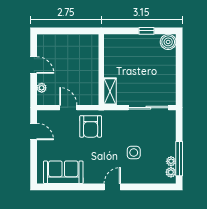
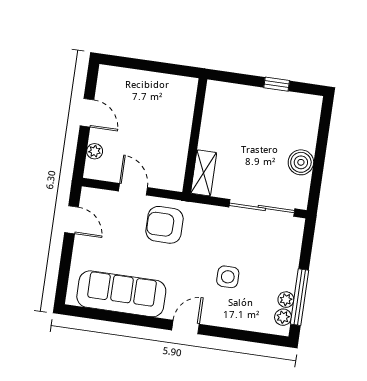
boiler: (168, 42) -> (301, 162), moved
armchair: (91, 126) -> (164, 225), turned 90
sofa: (63, 172) -> (121, 294), width x1.36

